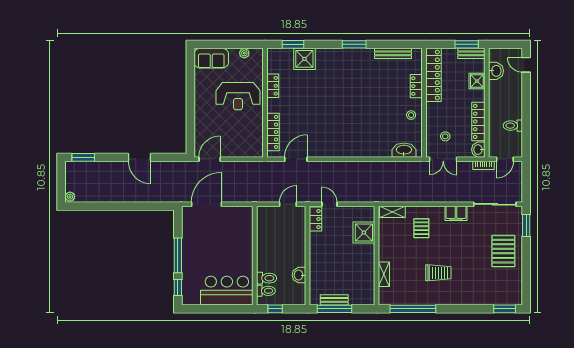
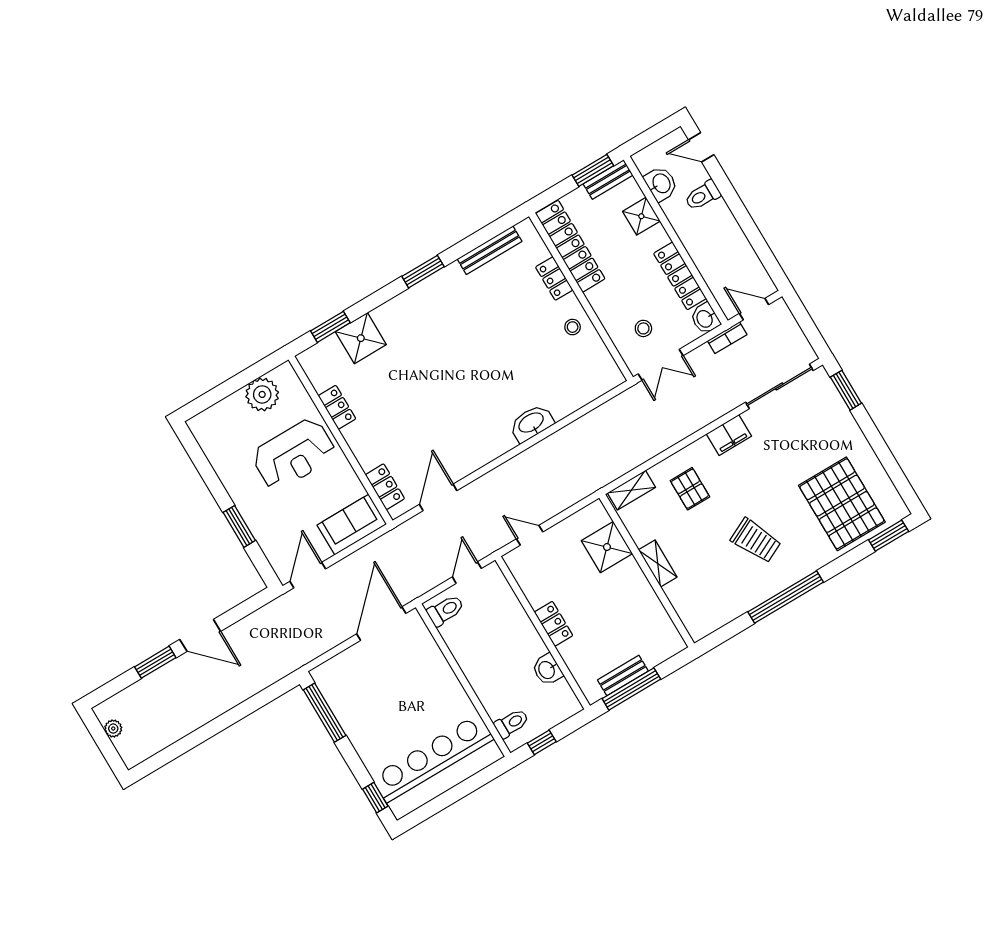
plant: (244, 53) -> (262, 394), width x1.87, depth x1.87
sofa: (211, 58) -> (352, 525), moved, turned 180
window: (190, 115) -> (239, 526), added
toilet: (513, 126) -> (703, 195), moved
locker: (273, 132) -> (385, 487), width x0.66
washbasin: (404, 150) -> (531, 423), moved
window: (83, 157) -> (155, 662), moved
door: (505, 159) -> (754, 309), swing flipped
plant: (70, 197) -> (113, 729), moved
door: (206, 204) -> (381, 624), moved
locker: (315, 219) -> (554, 624), moved
pallet: (503, 251) -> (842, 504), moved, width x1.37, depth x1.41
window: (178, 255) -> (325, 713), moved
trolley: (438, 273) -> (756, 541), turned 64
shelving: (384, 274) -> (658, 563), moved
toilet: (267, 278) -> (446, 610), moved
bar counter: (227, 291) -> (438, 767), width x1.36
window: (413, 309) -> (786, 597), moved

